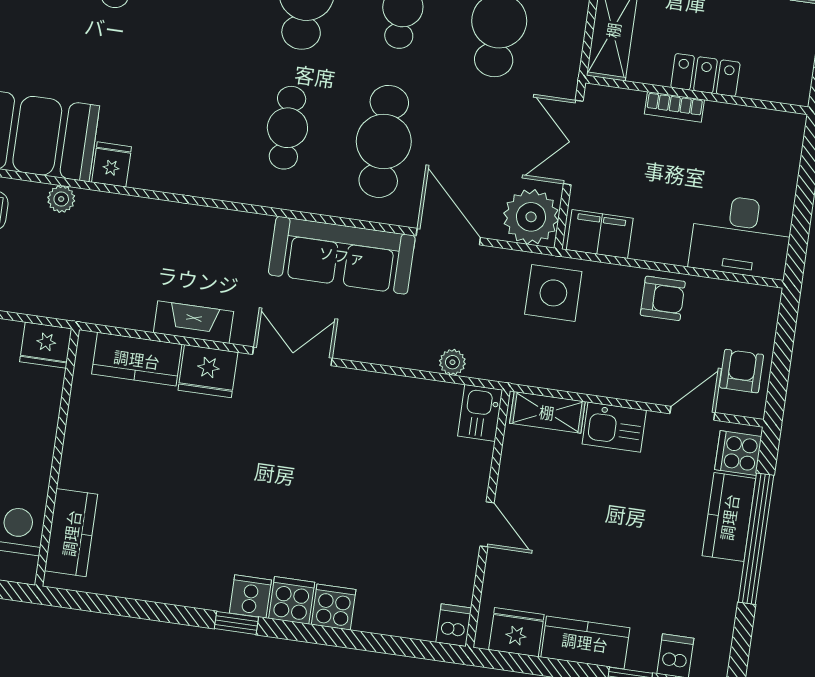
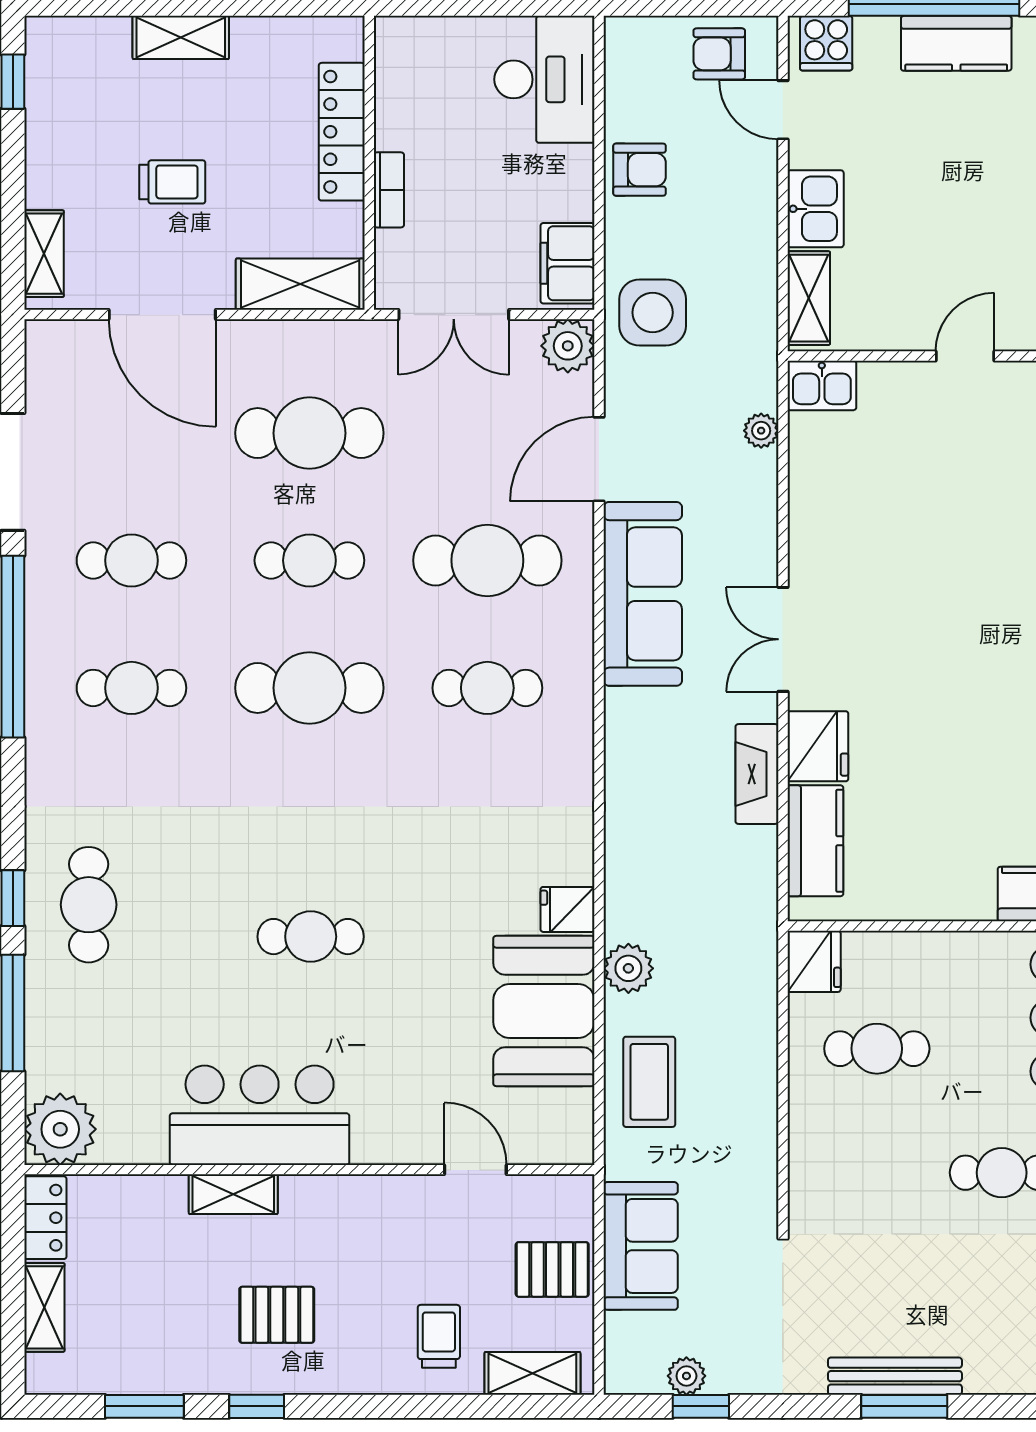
locker: (705, 75) -> (342, 132), width x1.53
plant: (61, 199) -> (628, 968), width x1.38, depth x1.38
plant: (531, 217) -> (568, 346), width x0.73, depth x0.73
armchair: (663, 298) -> (639, 170), turned 90
kitchen counter: (729, 517) -> (956, 43), moved

